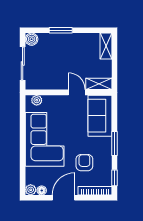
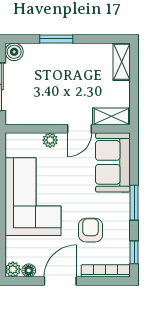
door: (77, 92) -> (80, 129), swing flipped
plant: (37, 100) -> (50, 140), moved

